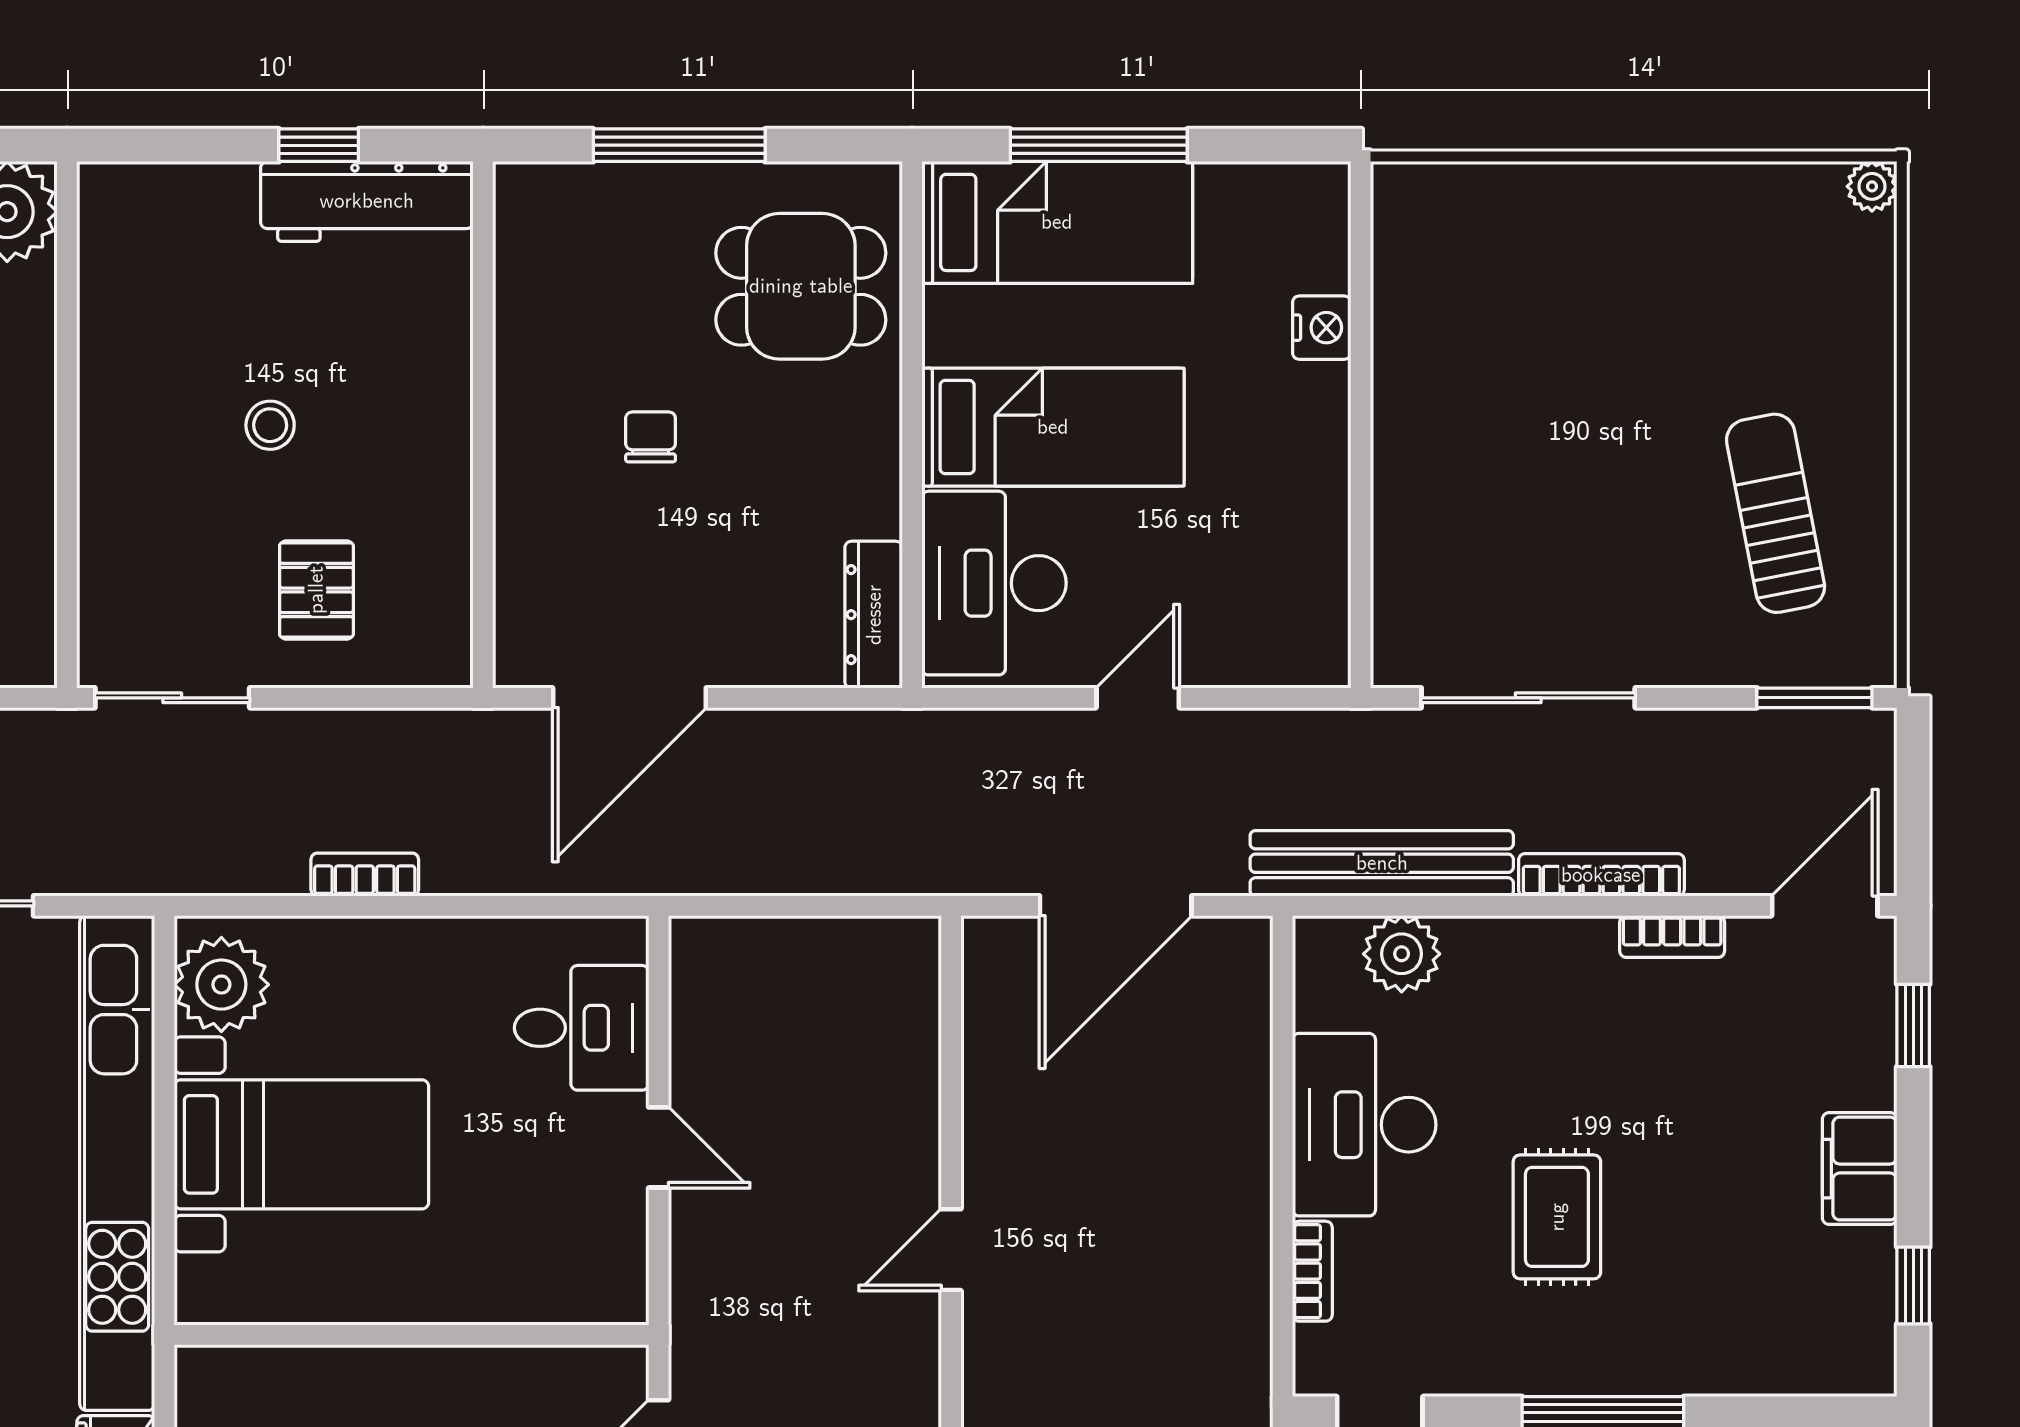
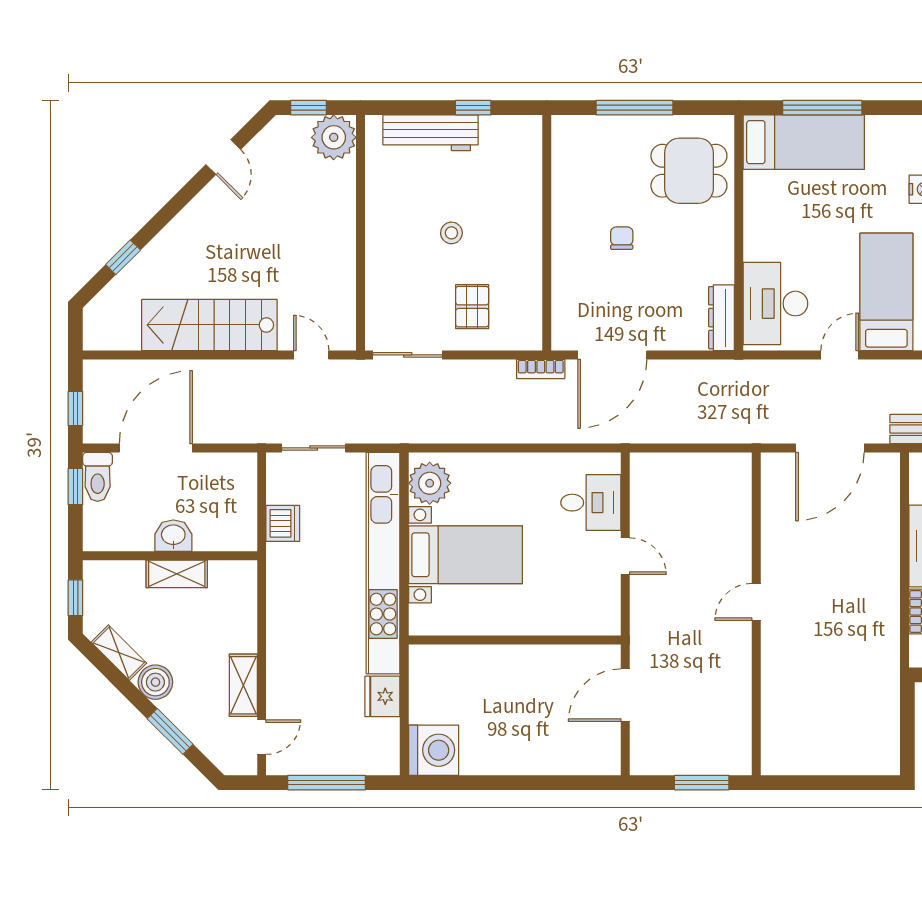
workbench: (367, 201) -> (430, 133), moved
bed: (1053, 427) -> (886, 292), moved, turned -90
bookcase: (365, 875) -> (541, 369), moved, turned 180

